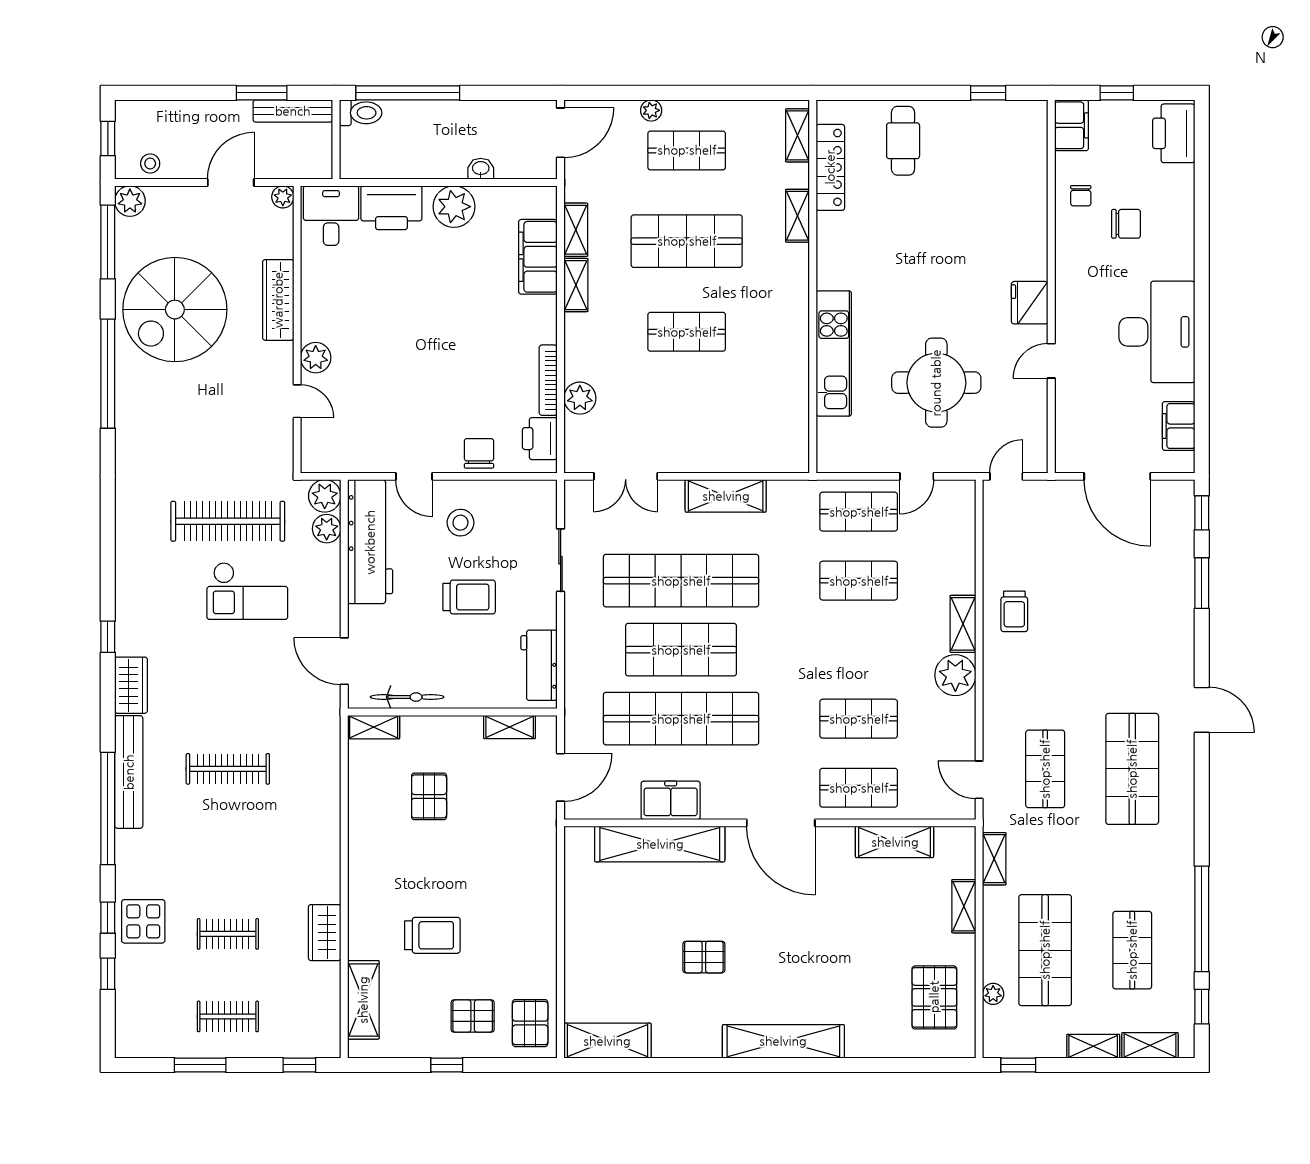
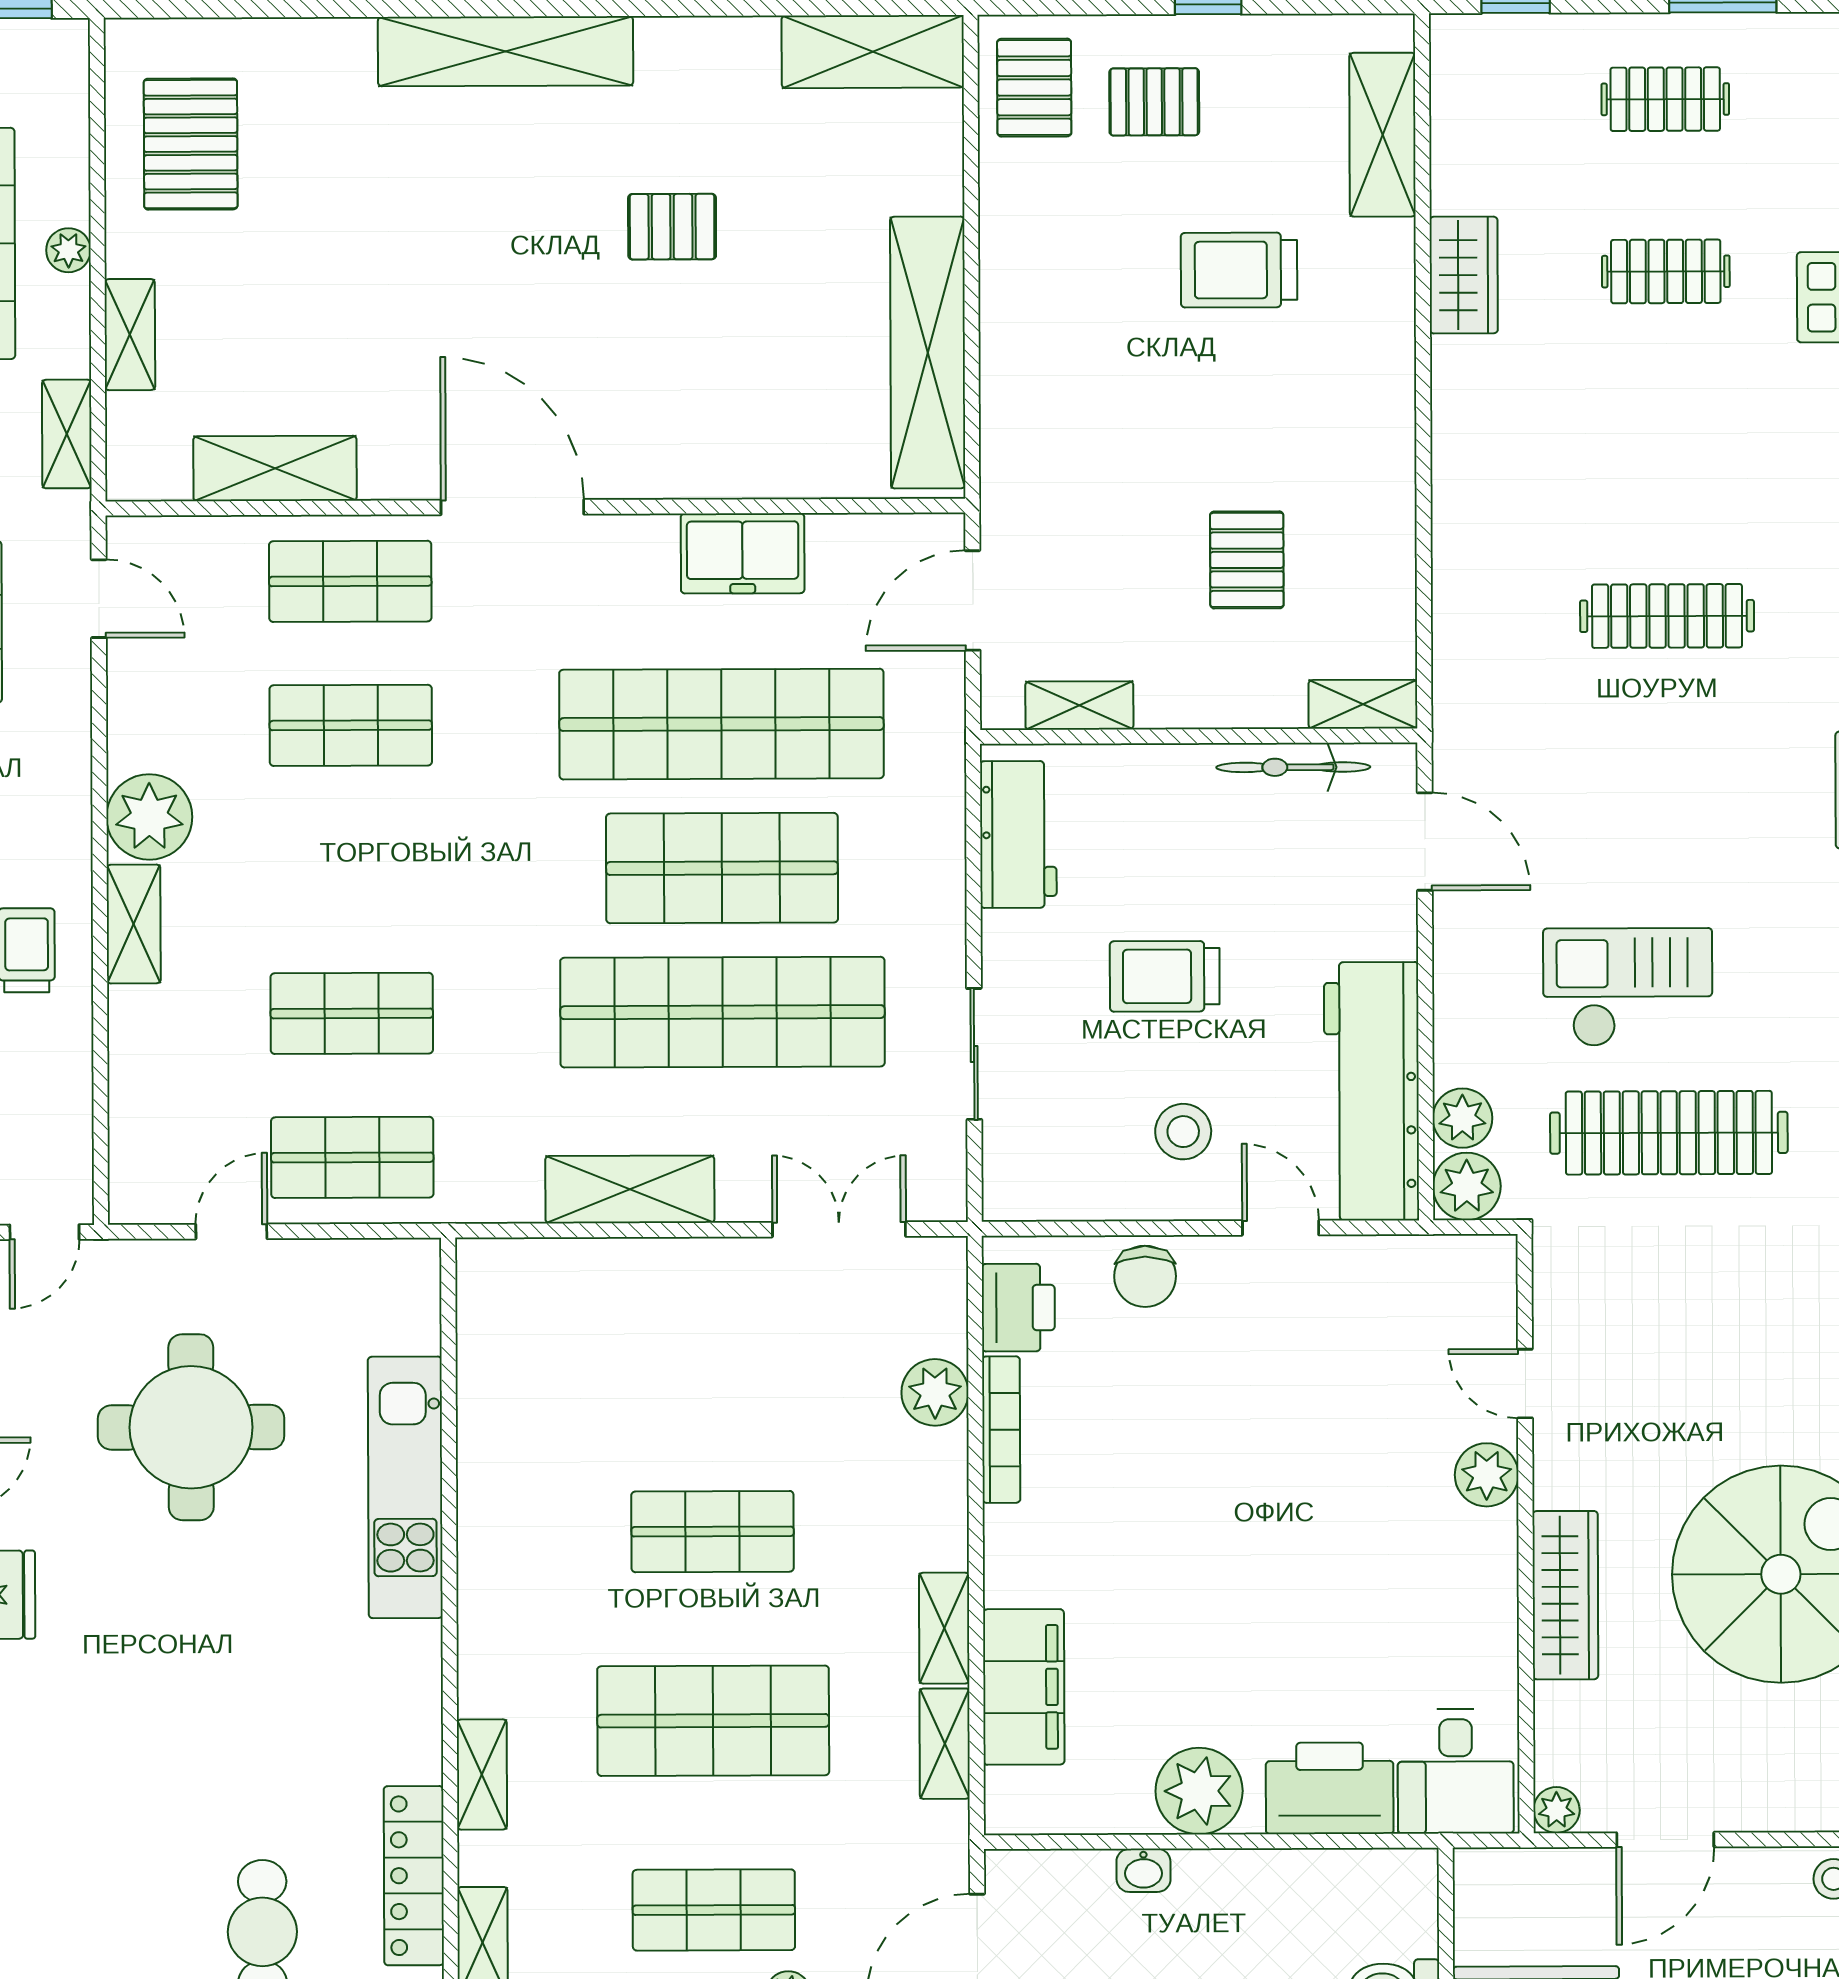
shelving: (660, 844) -> (928, 353), moved, turned 90
plant: (993, 994) -> (68, 250), moved

